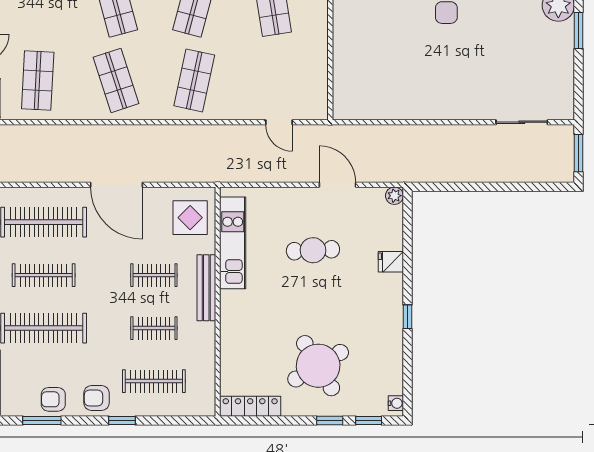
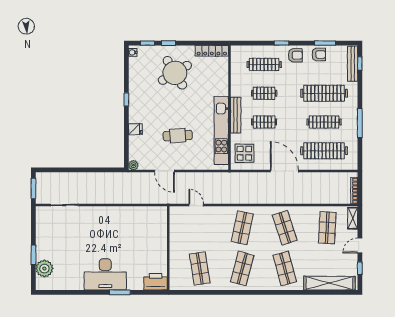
kitchen unit: (233, 243) -> (221, 130), width x1.36

